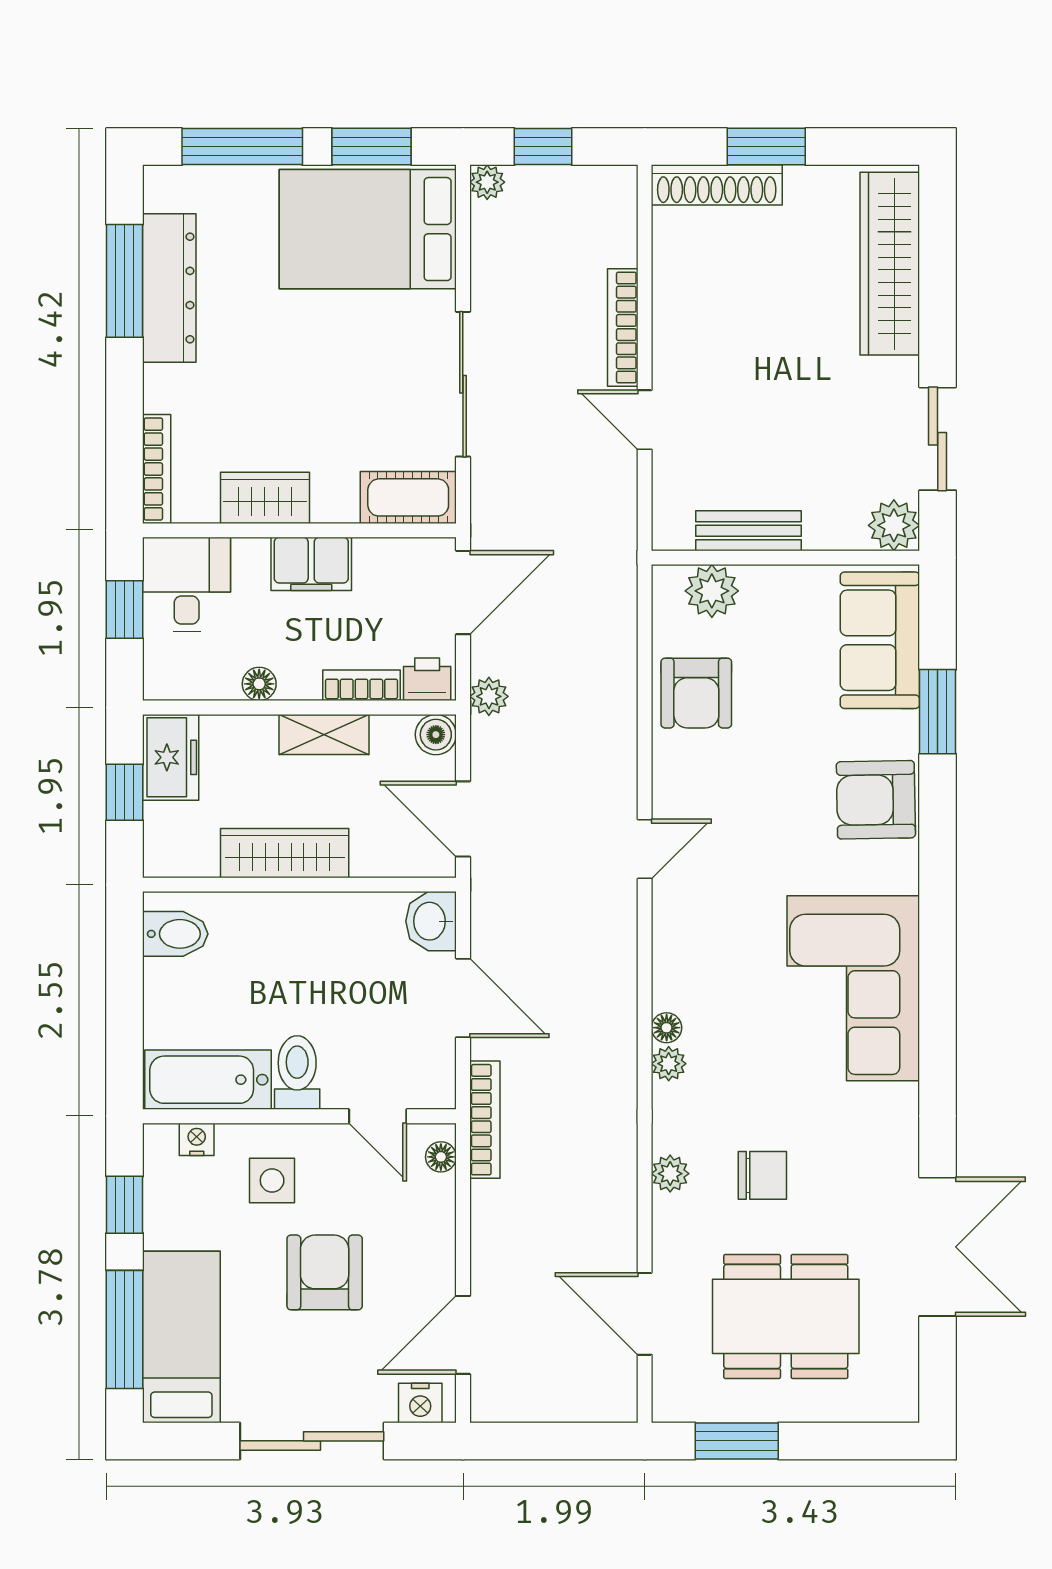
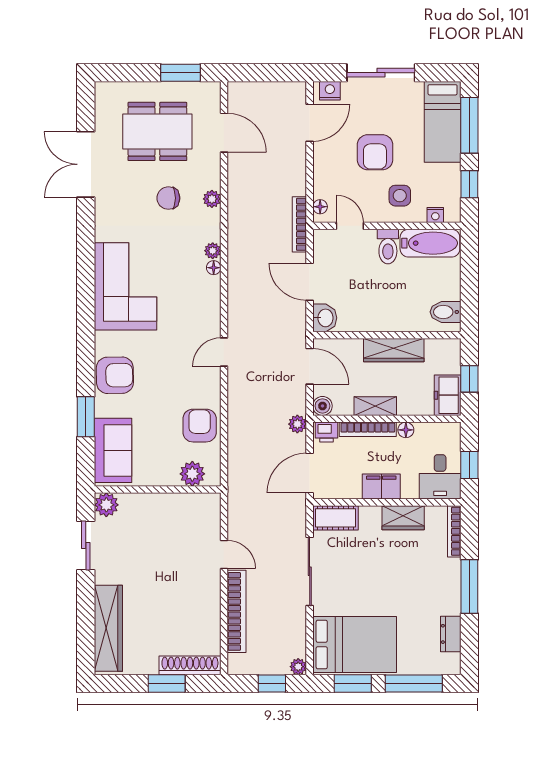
window: (125, 281) -> (469, 587), moved
dresser: (169, 288) -> (451, 634), width x0.51, depth x0.80
bookcase: (623, 328) -> (237, 611), width x1.48, depth x1.31
bench: (749, 531) -> (175, 502), removed
bookcase: (361, 685) -> (368, 429), width x1.56

